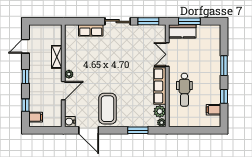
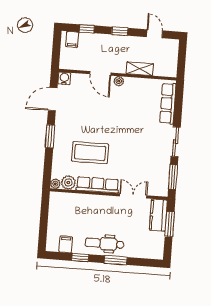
row of seats: (91, 30) -> (168, 103), width x1.48
dental chair: (184, 90) -> (105, 244), moved
coffee table: (108, 109) -> (90, 153), moved
window: (138, 130) -> (50, 136), moved

